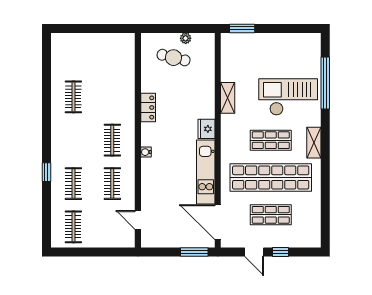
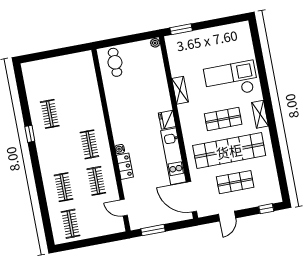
plant: (186, 38) -> (155, 43), moved
cafe table: (174, 58) -> (115, 62), moved, turned 76
window: (325, 83) -> (260, 62), removed
locker: (148, 107) -> (125, 166), moved
window: (46, 172) -> (30, 134), moved
window: (194, 252) -> (153, 230), moved
door: (254, 252) -> (227, 216), hinge flipped
window: (281, 252) -> (266, 209), moved

